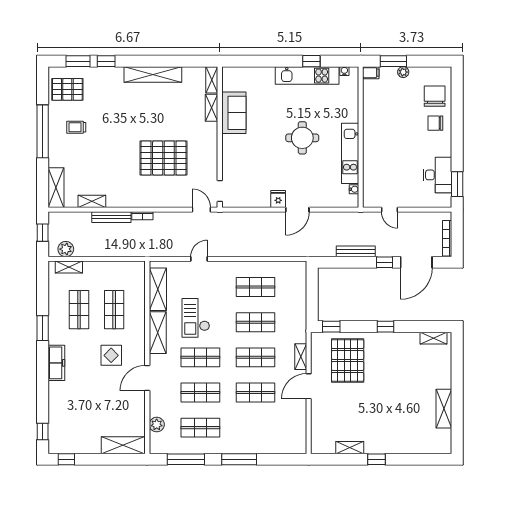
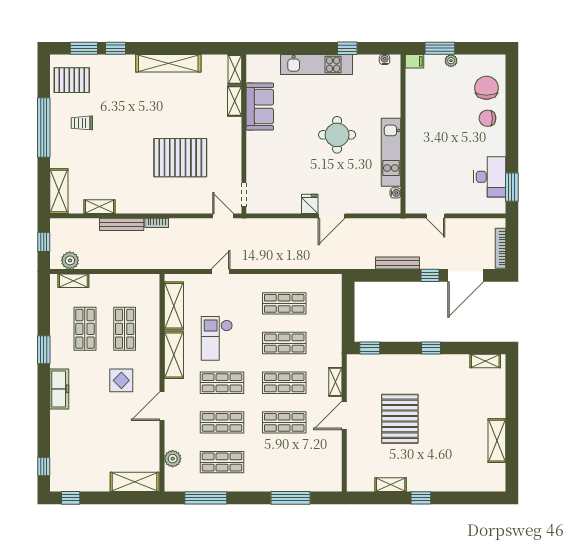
kitchen unit: (307, 76) -> (317, 65), moved
pallet: (348, 361) -> (400, 419), moved
window: (239, 459) -> (291, 498), moved

